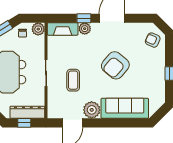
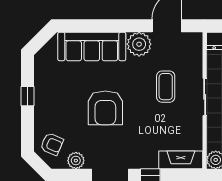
plant: (85, 29) -> (76, 161), moved
armchair: (115, 65) -> (105, 108), turned 140

